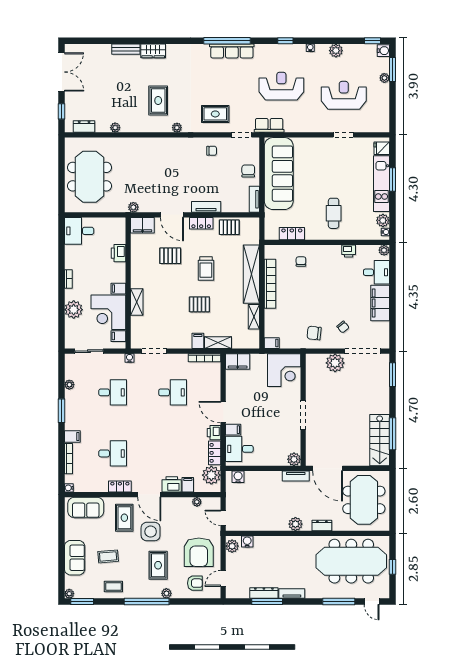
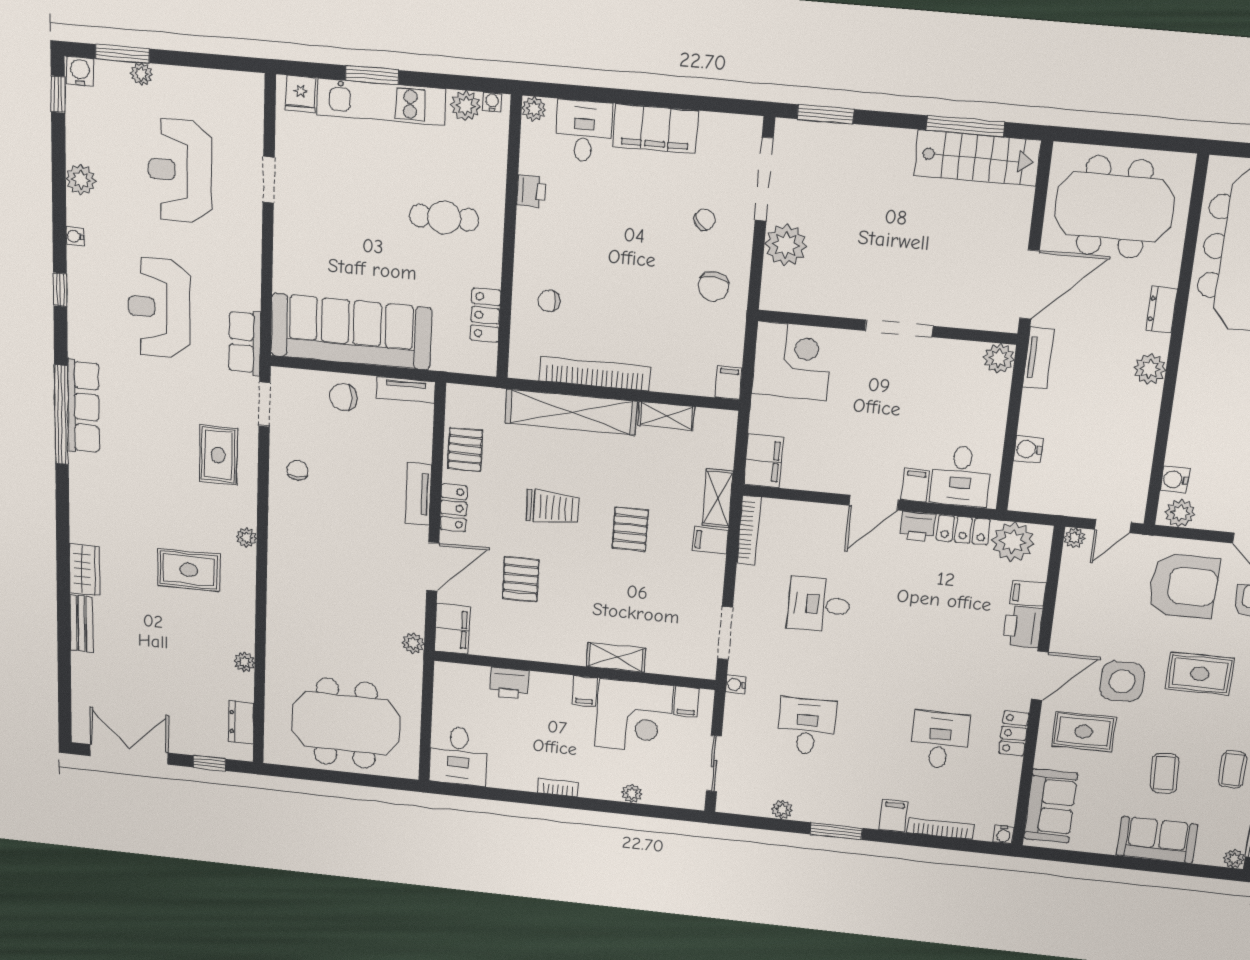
plant: (74, 310) -> (632, 793), width x0.53, depth x0.53
desk: (173, 392) -> (819, 605), turned -90
water cooler: (238, 477) -> (1028, 449), moved
plant: (197, 502) -> (1075, 538), moved

